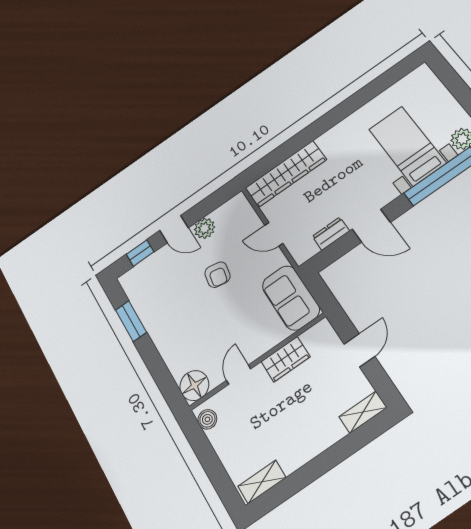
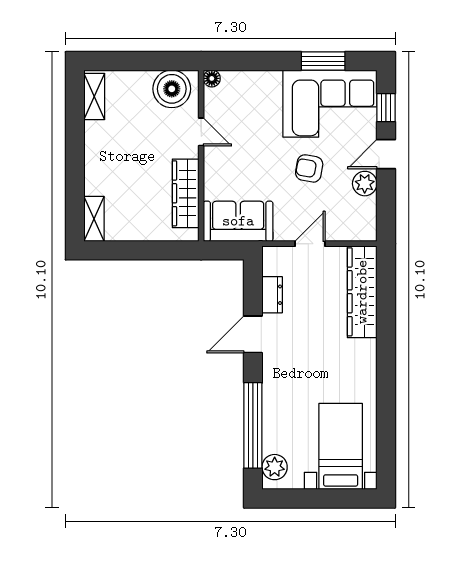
bed with nightstands: (407, 146) -> (341, 446), moved, turned -90
corner sofa: (160, 294) -> (330, 104), added
door: (359, 350) -> (148, 250), removed
wardrobe: (286, 359) -> (186, 193), width x1.50
floor lamp: (194, 386) -> (212, 78), width x0.53, depth x0.53
boiler: (207, 419) -> (172, 89), width x1.86, depth x1.86

